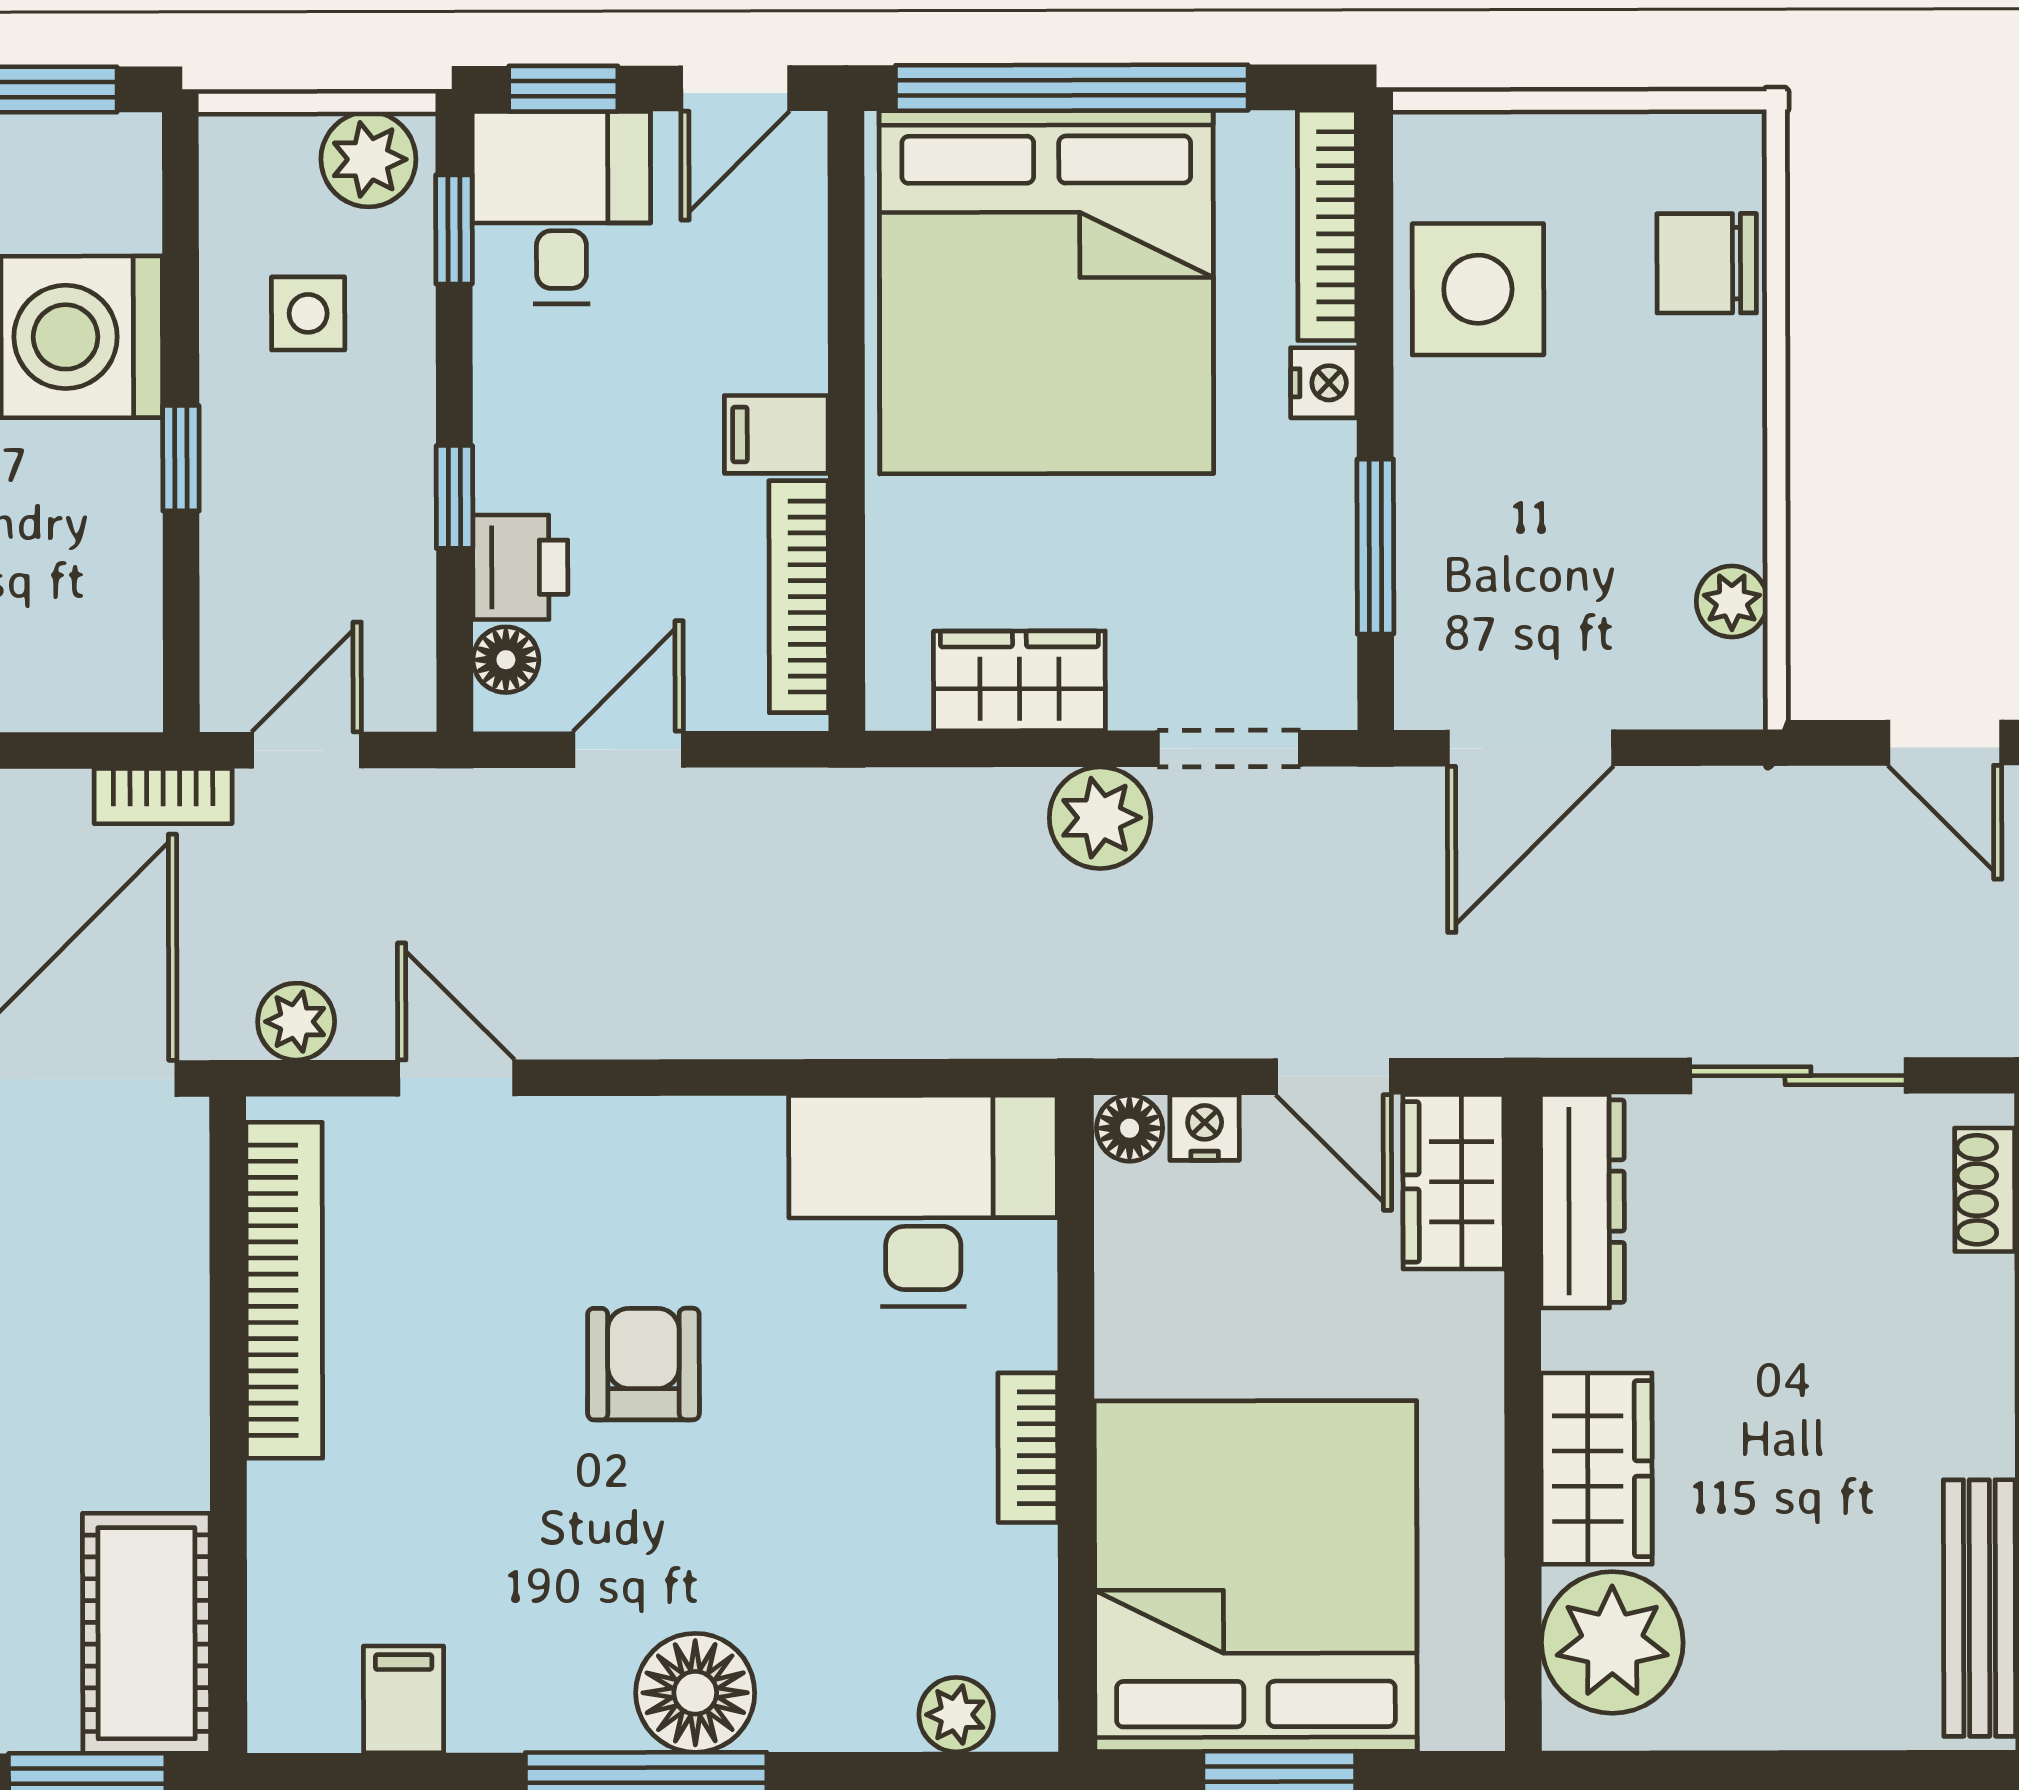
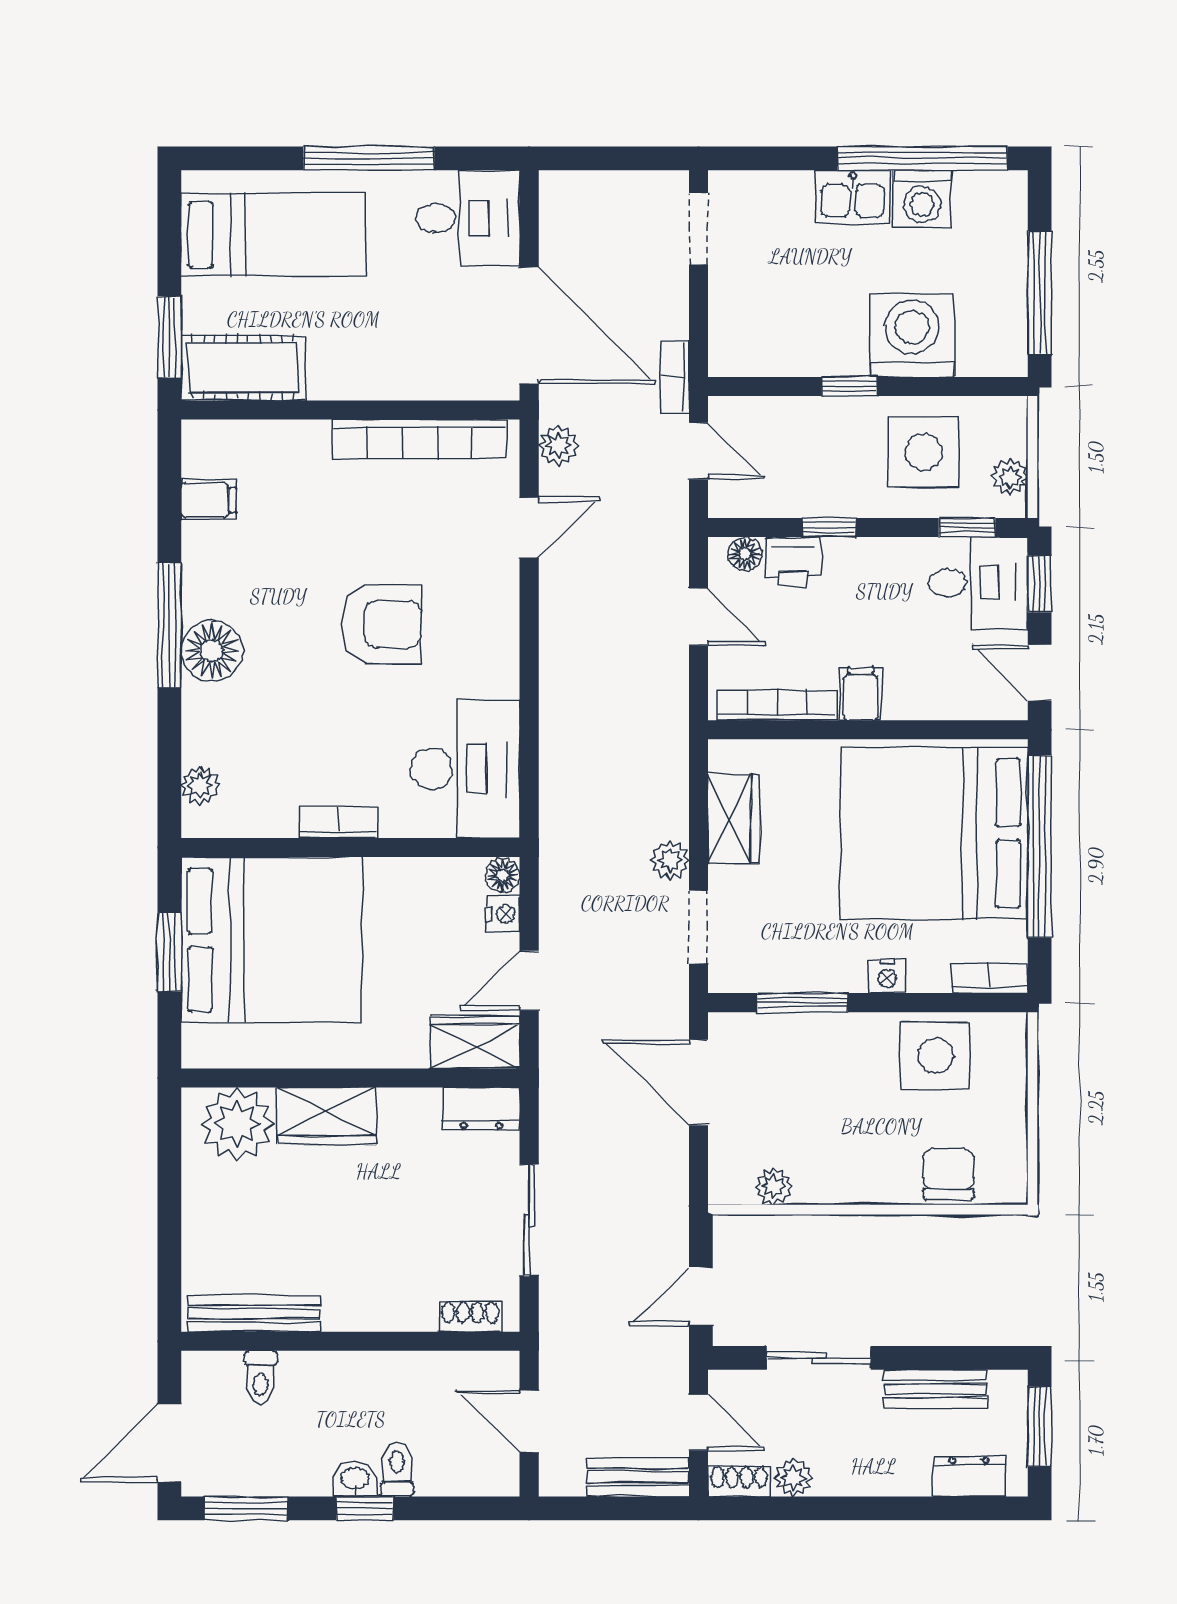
plant: (368, 159) -> (1010, 477), width x0.73, depth x0.73
bookcase: (1327, 225) -> (990, 978), width x0.64
side table: (308, 313) -> (924, 452), width x1.87, depth x1.87
plant: (1100, 818) -> (670, 860), width x0.73, depth x0.73
dresser: (1582, 1201) -> (481, 1109), width x0.70
armchair: (643, 1364) -> (381, 624), width x1.38, depth x1.38

